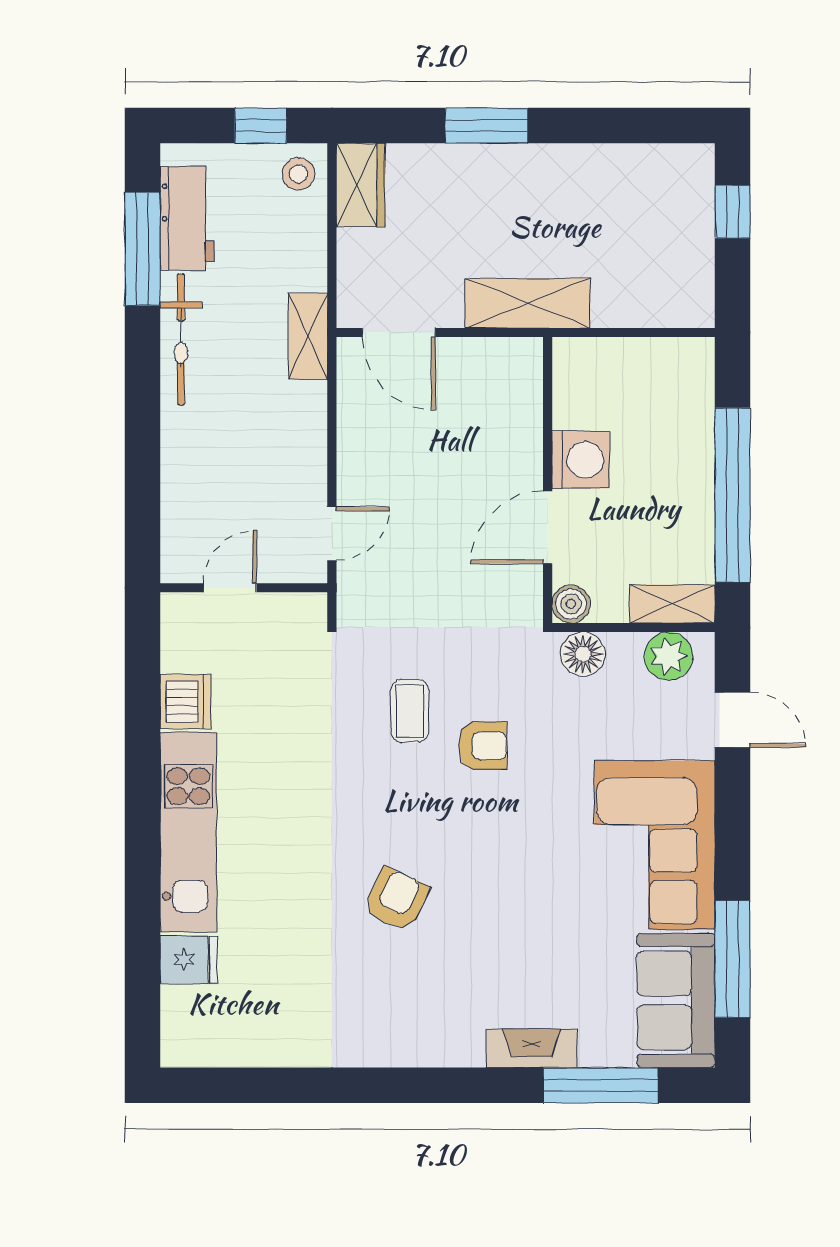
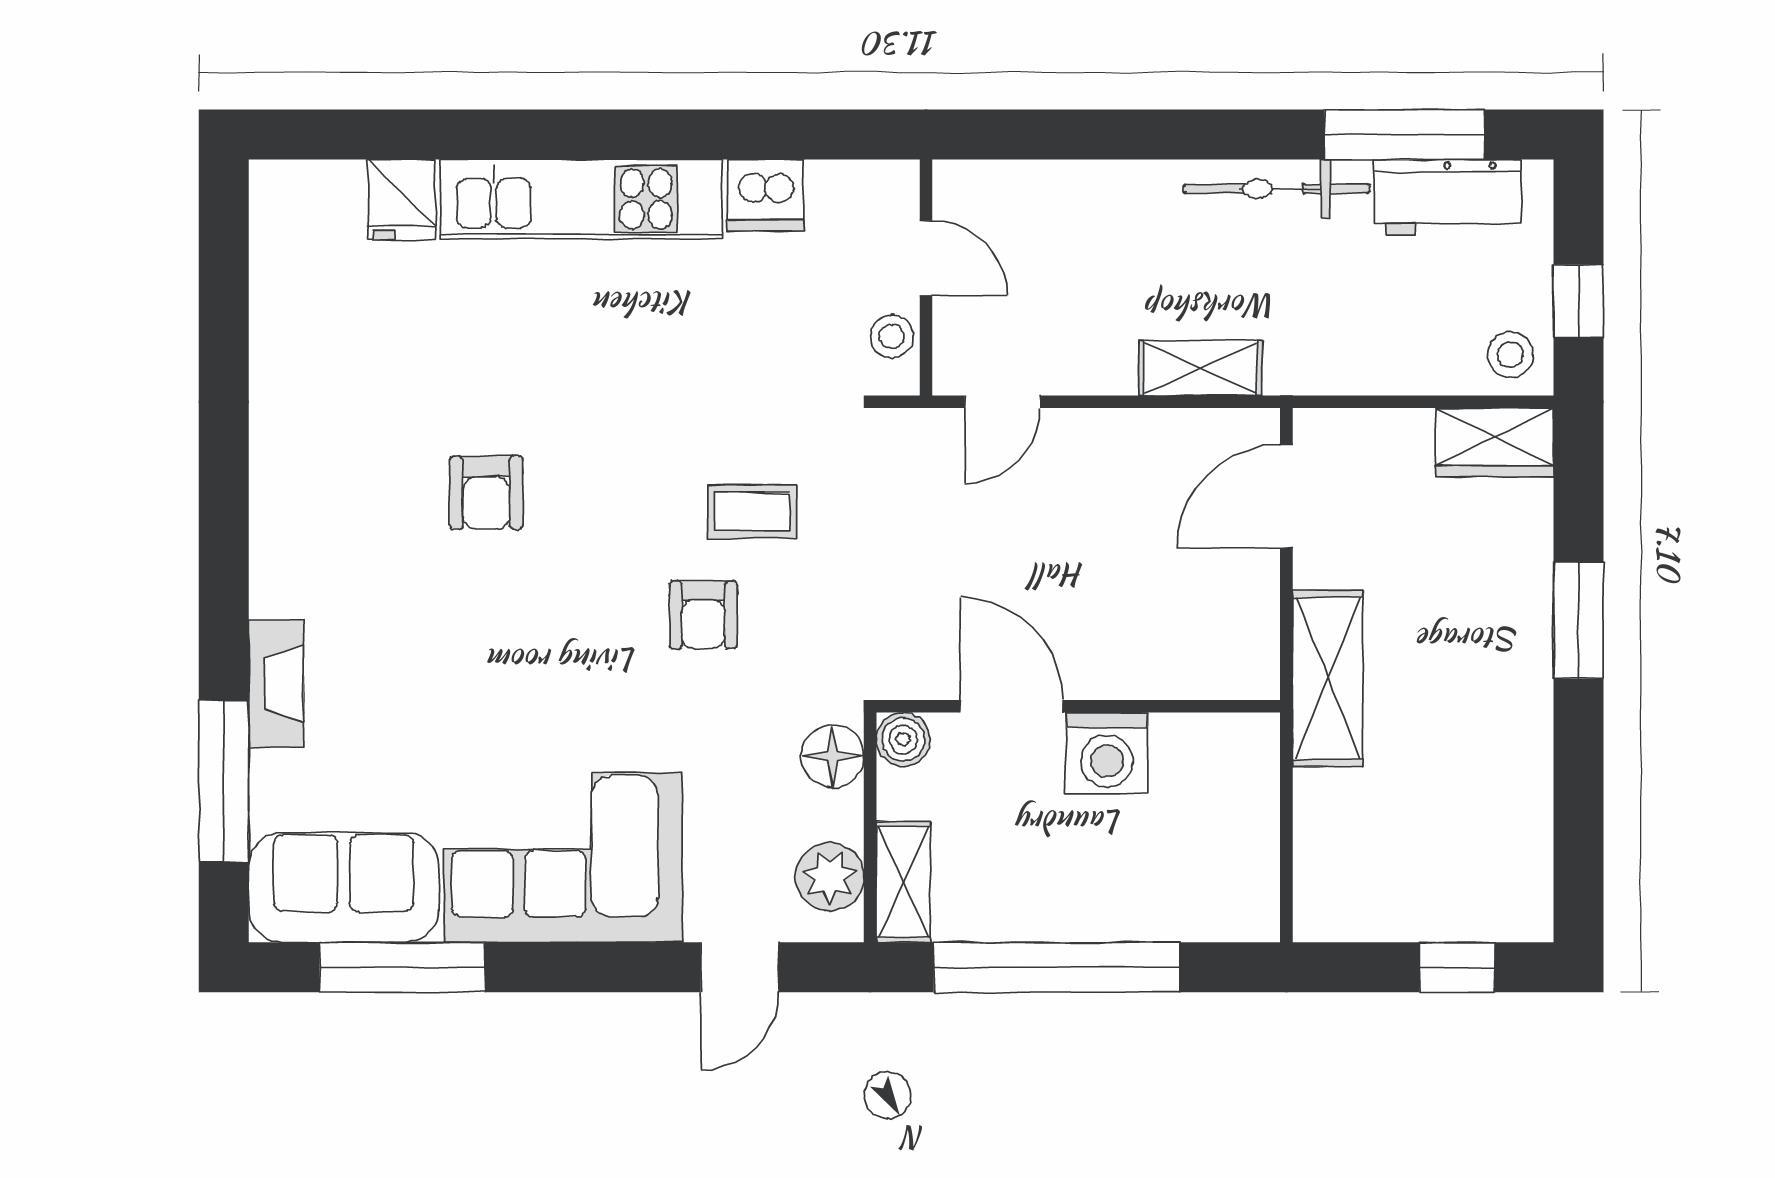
shelving: (308, 336) -> (1200, 368), moved
door: (332, 534) -> (1002, 402), hinge flipped
stool: (286, 612) -> (892, 336), added
armchair: (396, 899) -> (486, 493), turned 65

